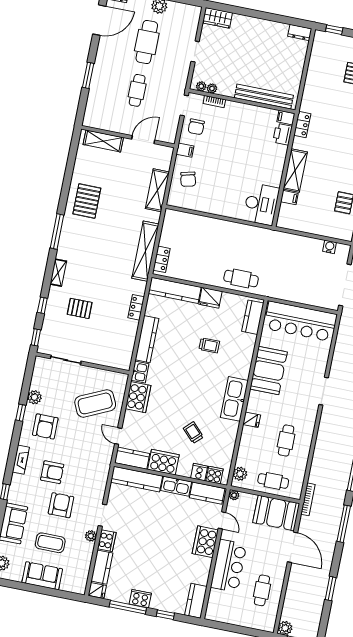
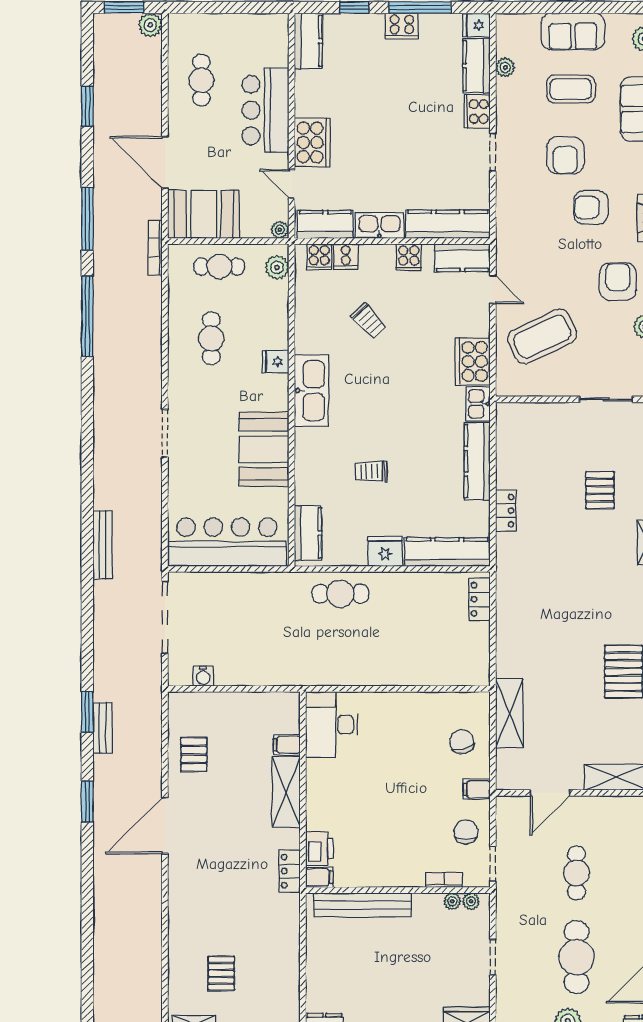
shelving: (145, 251) -> (509, 607), removed
pallet: (80, 308) -> (600, 490), turned 90
cooker: (163, 462) -> (409, 257), width x0.53, depth x0.76
plant: (91, 536) -> (505, 67), moved

